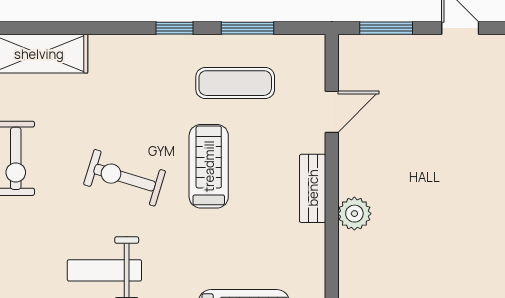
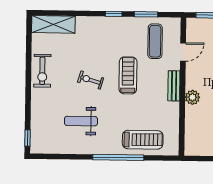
exercise mat: (235, 83) -> (155, 41), moved, turned 90
exercise bike: (125, 178) -> (91, 80), width x0.73, depth x0.72

